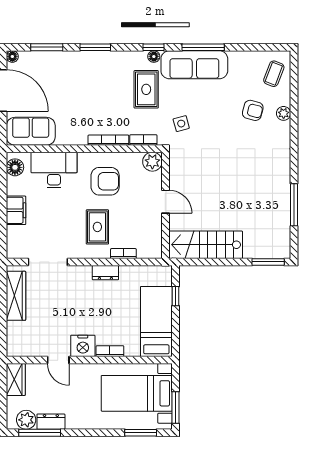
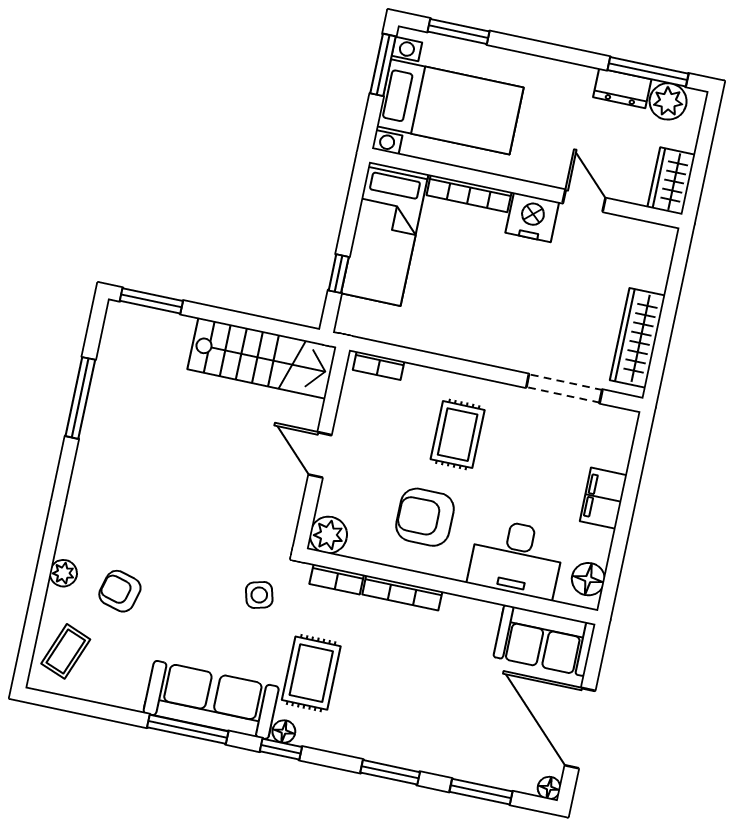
bookcase: (123, 254) -> (379, 366), moved
dresser: (105, 273) -> (461, 346), removed
bookcase: (110, 351) -> (469, 194), width x1.56

